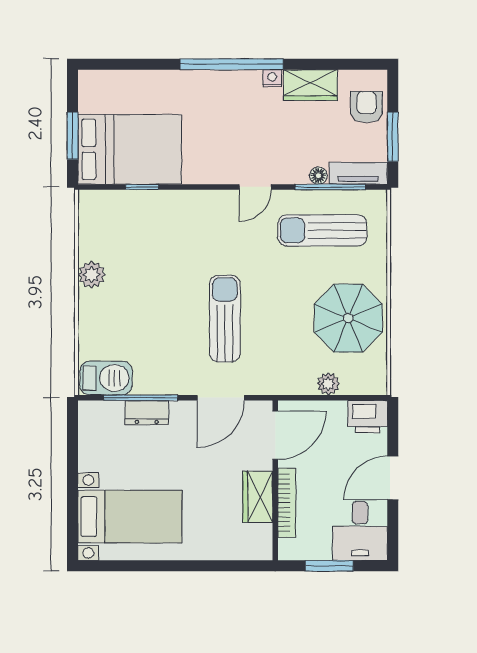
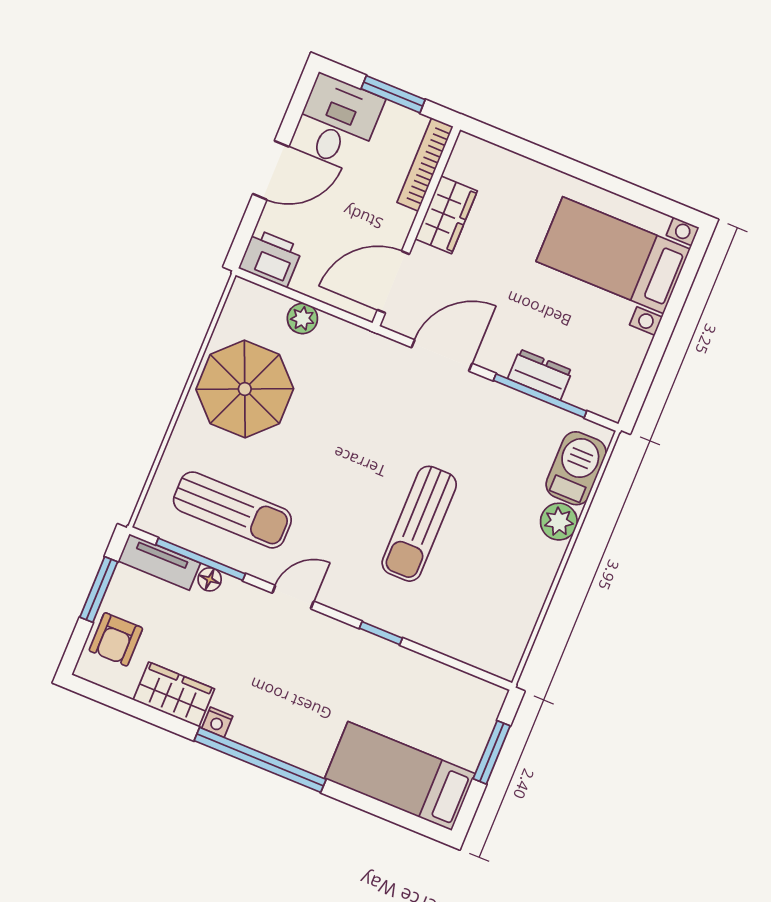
bed: (130, 149) -> (400, 776), moved, width x0.67
window: (142, 187) -> (381, 633), moved
plant: (92, 275) -> (559, 522), moved
sun lounger: (225, 319) -> (419, 524), moved
barbecue: (106, 378) -> (576, 468), moved, turned 90
bookcase: (287, 503) -> (425, 165), moved

